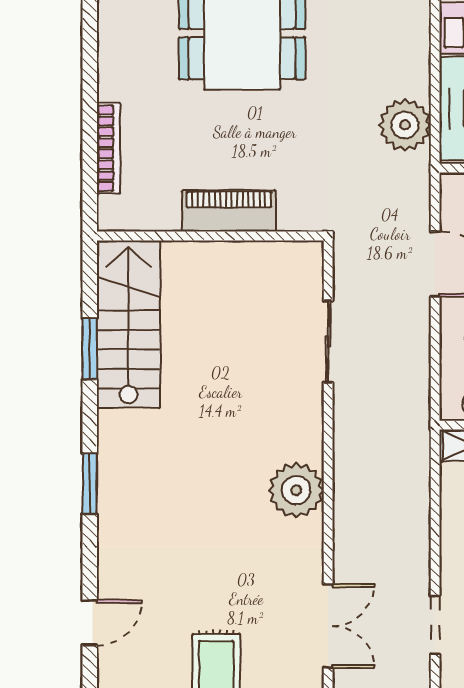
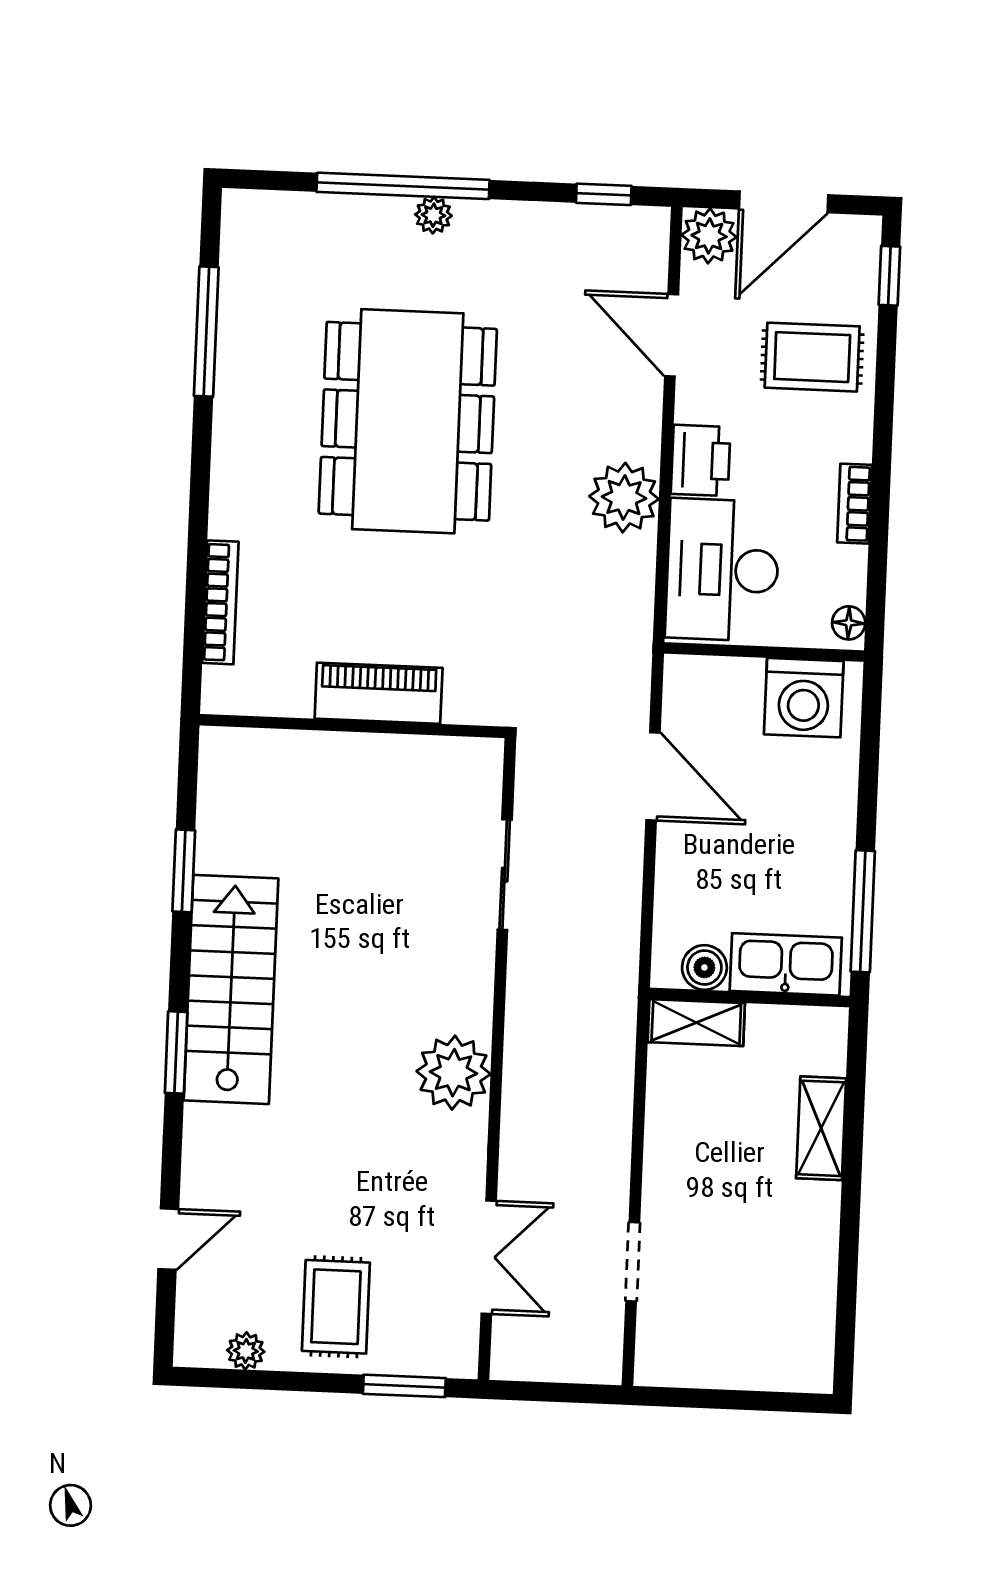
plant: (405, 125) -> (624, 498), moved
stairs: (128, 324) -> (231, 989), moved

